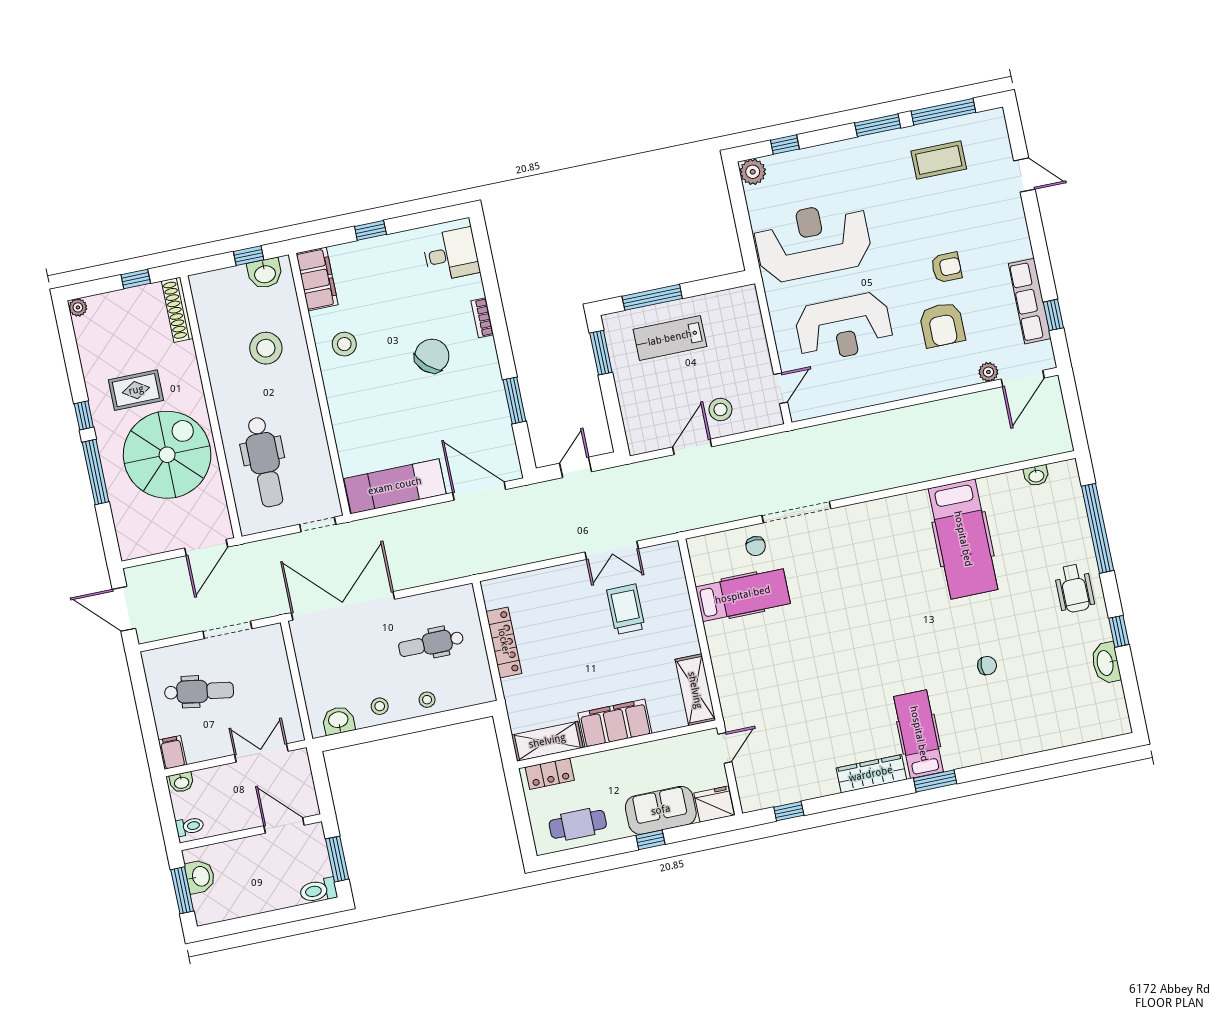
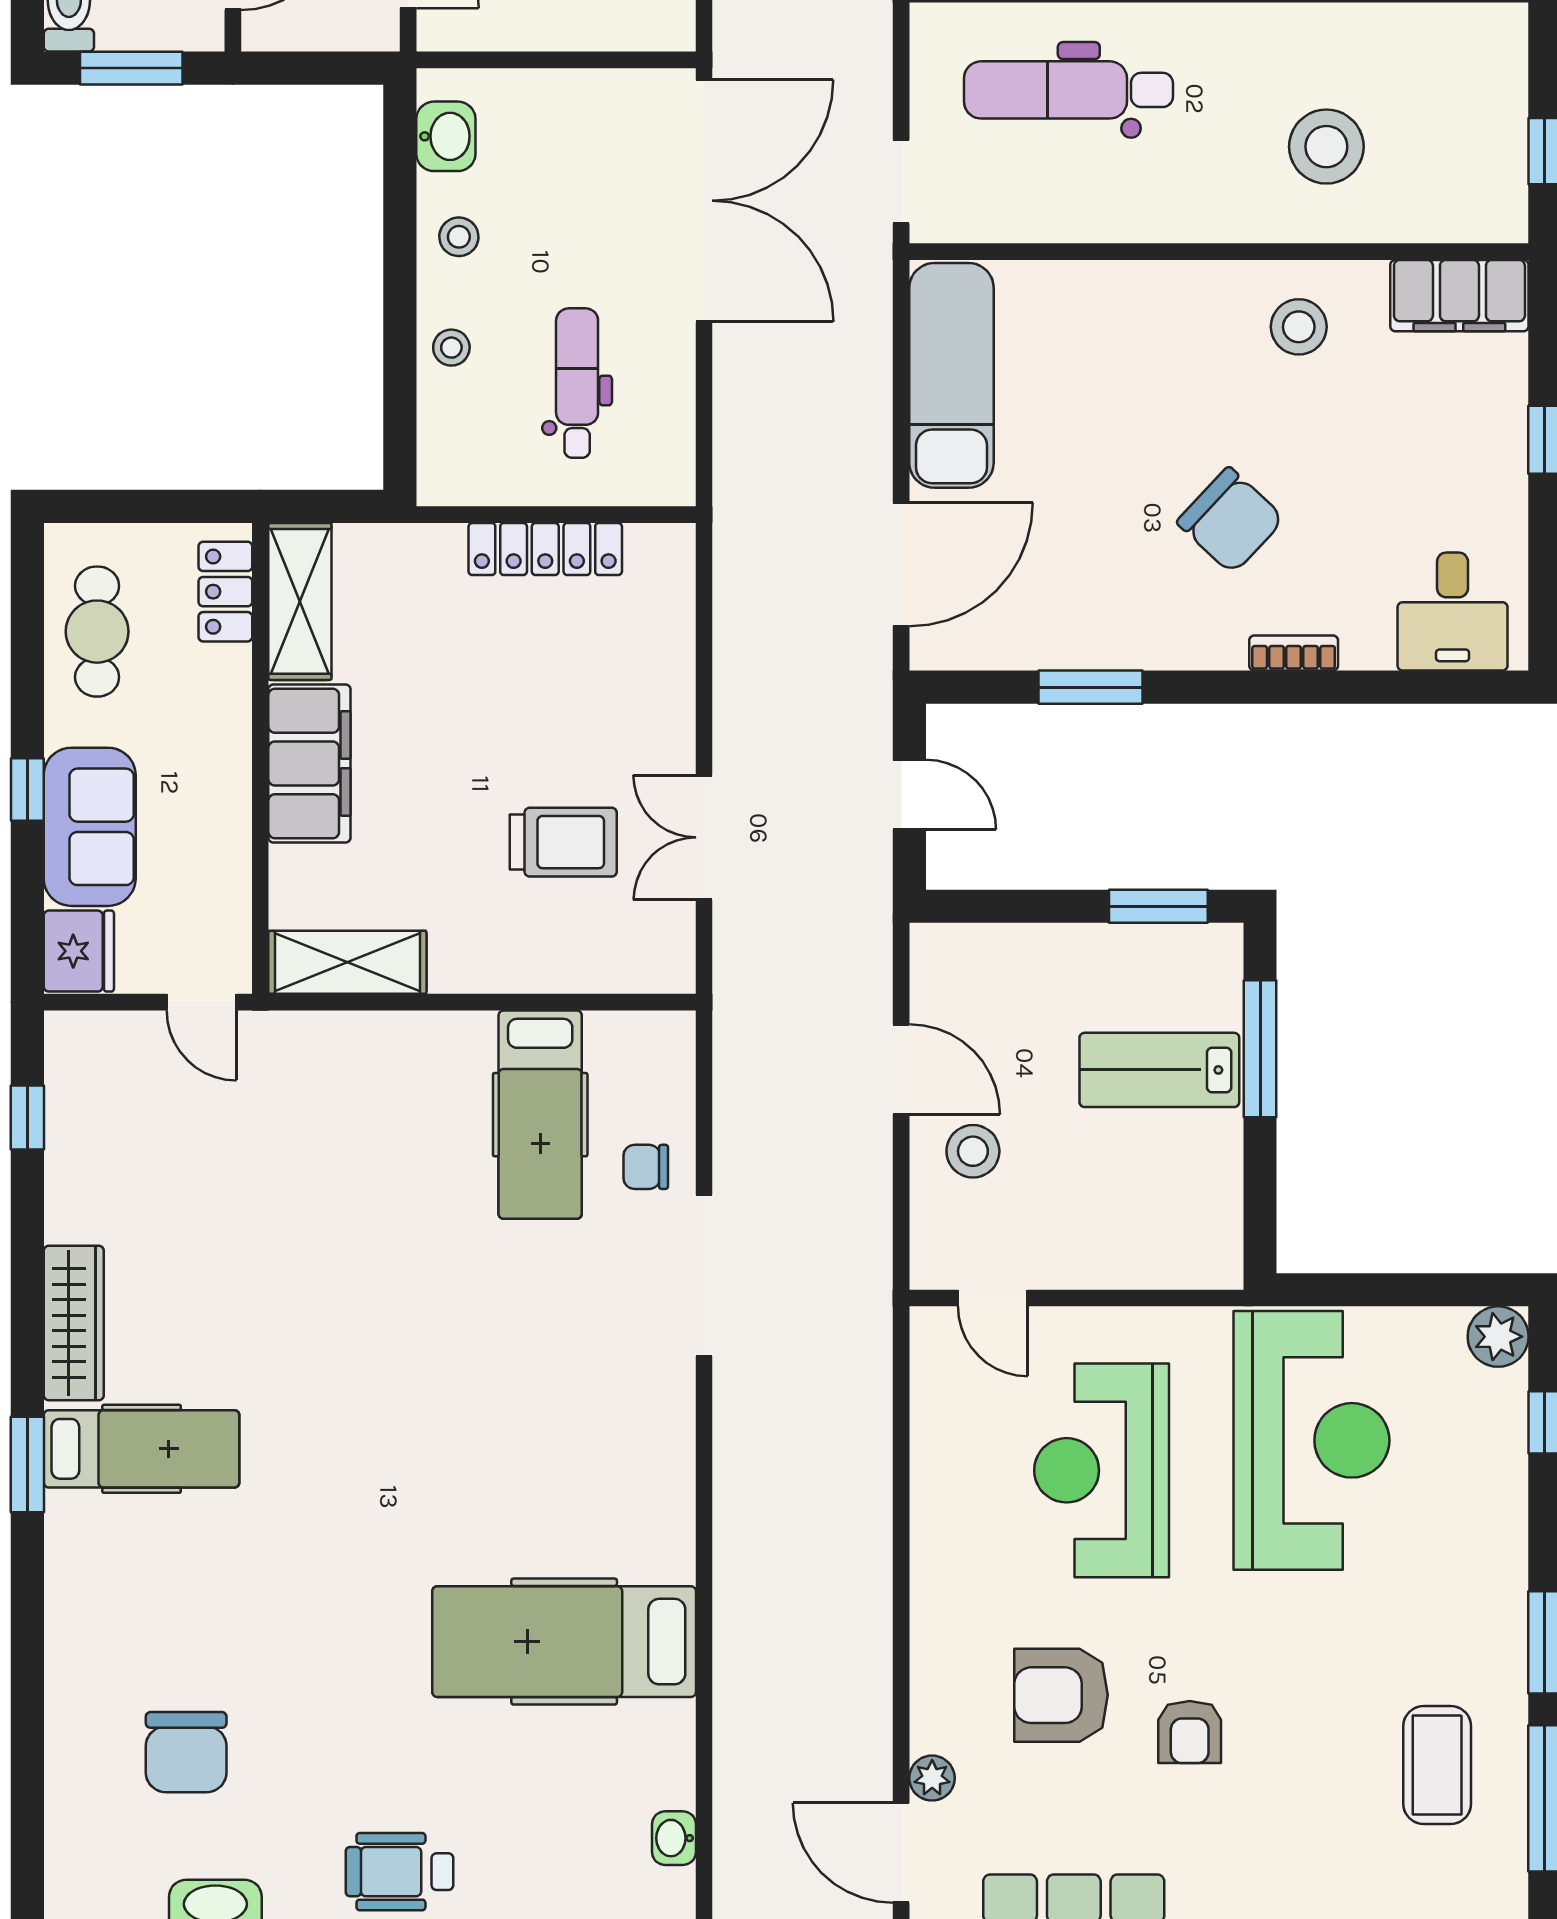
washbasin: (265, 273) -> (1497, 180), removed
lab bench: (670, 338) -> (1159, 1070), turned -90
chair: (987, 666) -> (186, 1752), moved, width x1.87, depth x1.87

